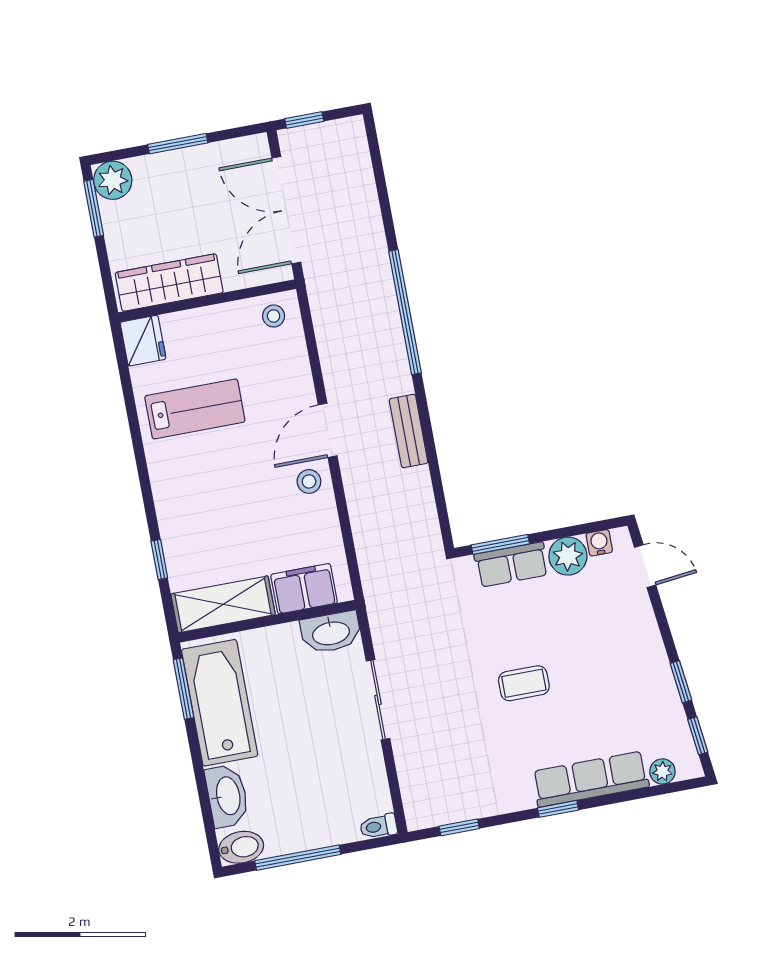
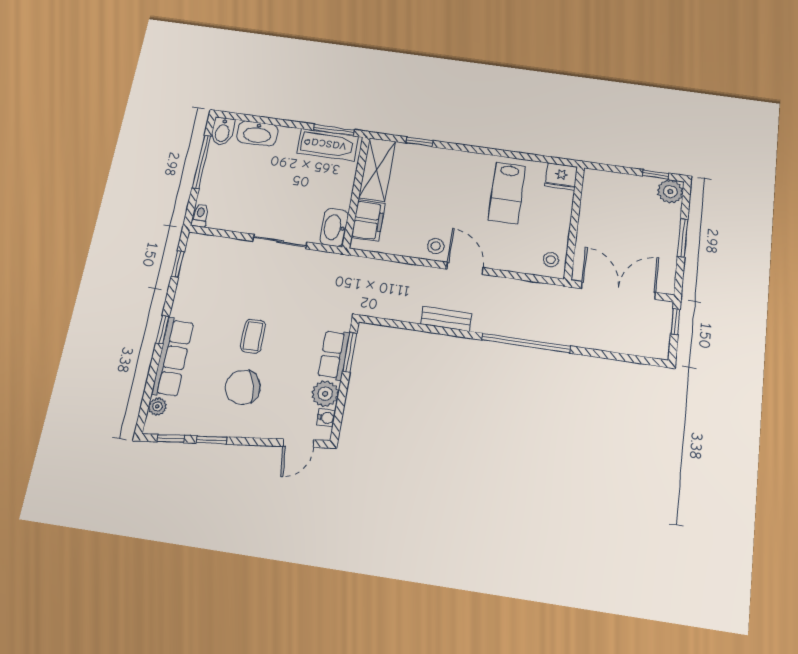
window: (94, 208) -> (656, 175), width x0.67
wardrobe: (169, 283) -> (593, 204), removed
chair: (598, 669) -> (243, 387), added
bathtub: (220, 703) -> (328, 145), width x0.73, depth x0.73

